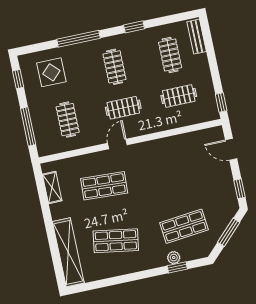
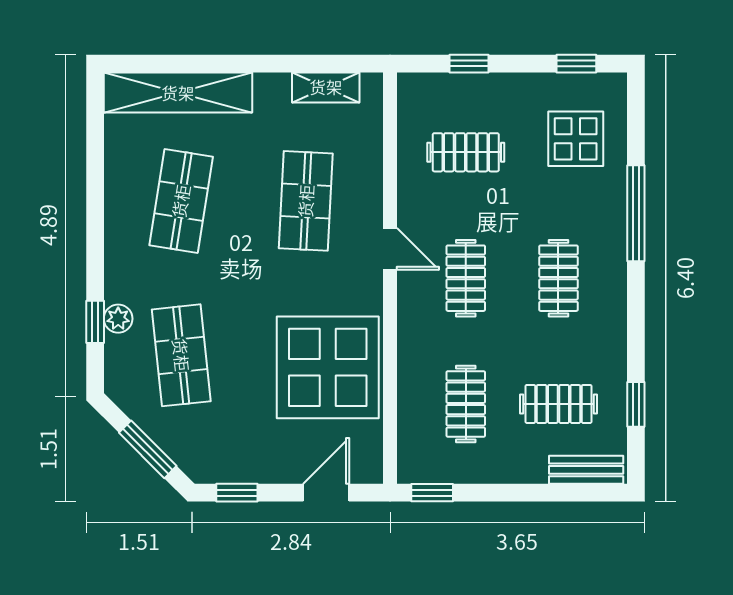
window: (134, 27) -> (636, 404), moved
clothes rail: (114, 67) -> (558, 278), turned 90
window: (28, 126) -> (469, 64), width x0.46
display table: (176, 160) -> (328, 367), added

